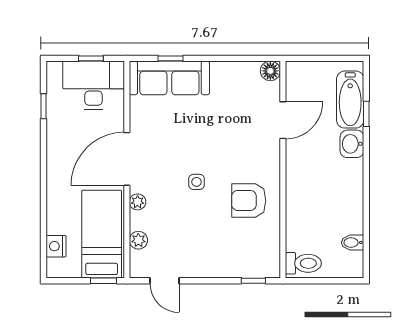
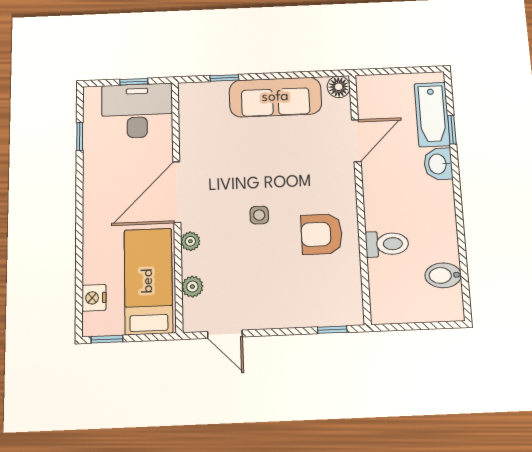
sofa: (169, 78) -> (275, 97), moved
bidet: (353, 243) -> (443, 275), width x1.38, depth x1.36
toilet: (303, 263) -> (387, 244), moved
window: (104, 281) -> (107, 339), moved

